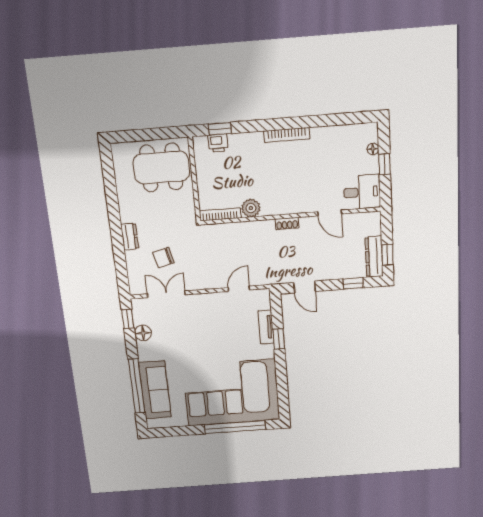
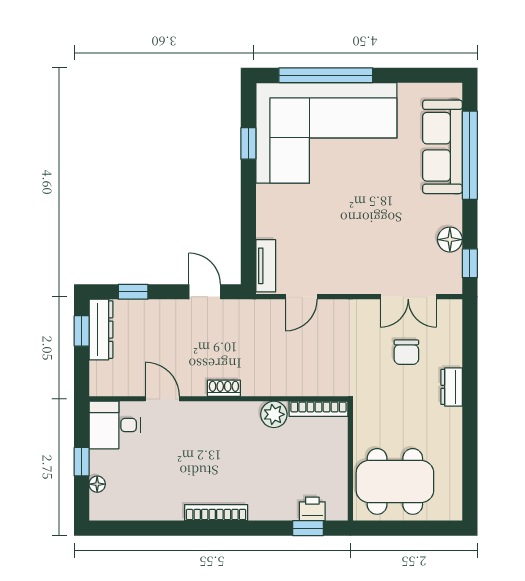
chair: (163, 258) -> (406, 352), turned 104
tv unit: (266, 327) -> (266, 266), moved
window: (279, 339) -> (248, 143), moved

